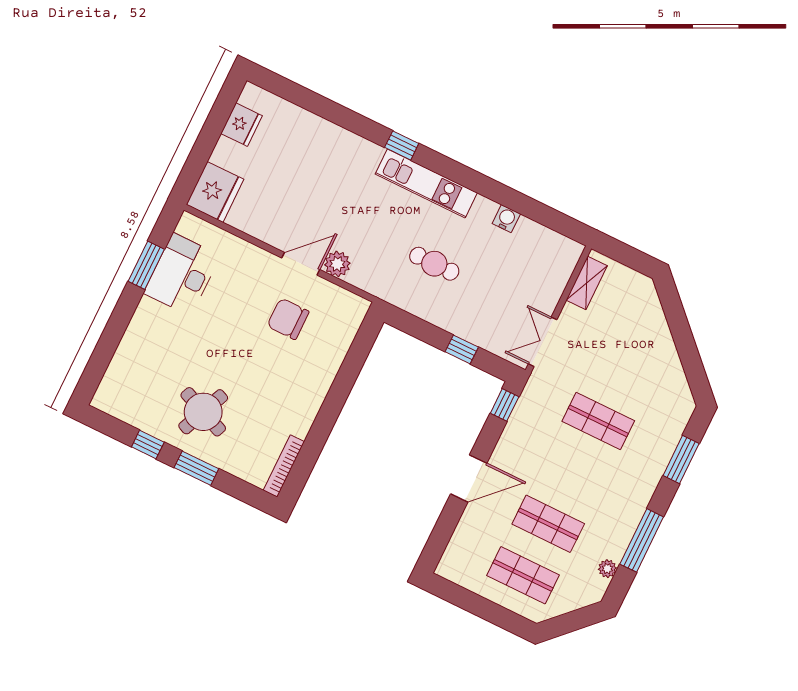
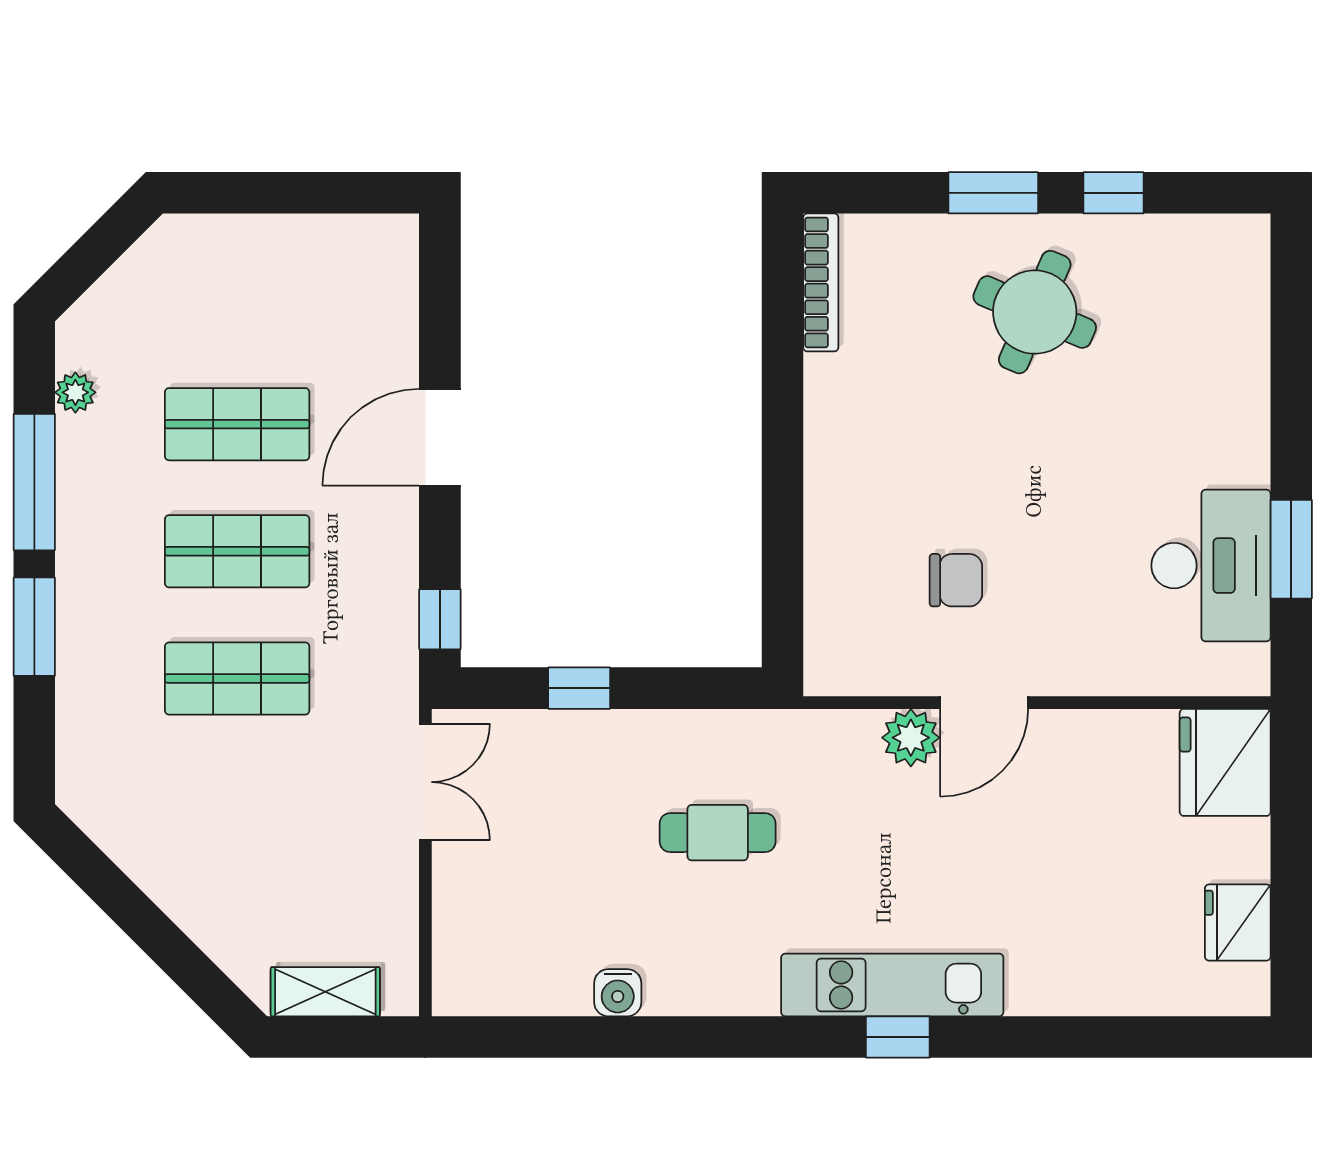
kitchen unit: (426, 183) -> (892, 985), moved
shelving: (587, 283) -> (325, 992), moved, turned 90
chair: (288, 319) -> (956, 580), width x0.73, depth x0.73
window: (681, 460) -> (34, 627), moved
shop shelf: (523, 575) -> (237, 551), moved

